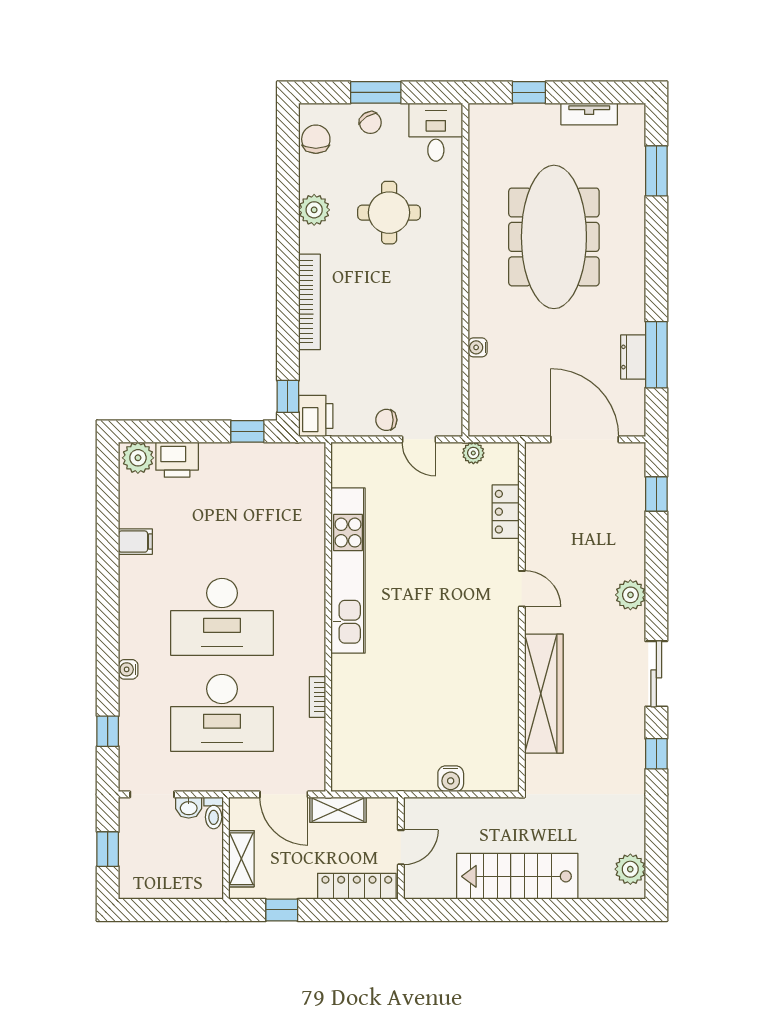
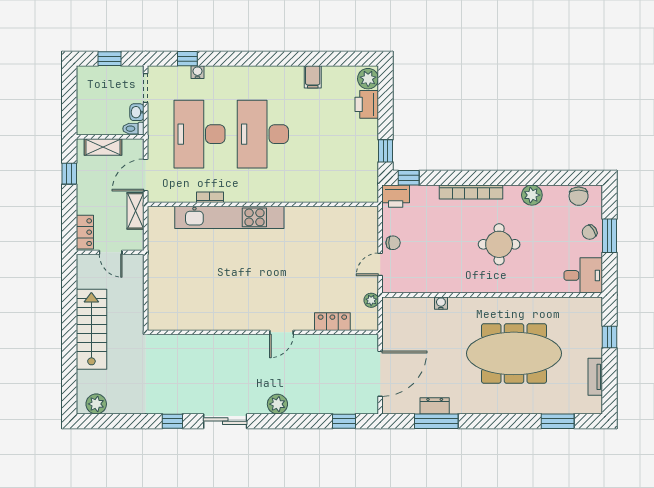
chair: (316, 139) -> (579, 196), turned 90
round table: (389, 213) -> (499, 244), moved
chair: (386, 420) -> (393, 243), turned 90
kitchen unit: (348, 571) -> (229, 217), moved
water cooler: (128, 669) -> (198, 72), moved
wardrobe: (544, 694) -> (212, 347), removed
water cooler: (451, 779) -> (156, 285), removed
locker: (357, 886) -> (85, 232), width x0.66

